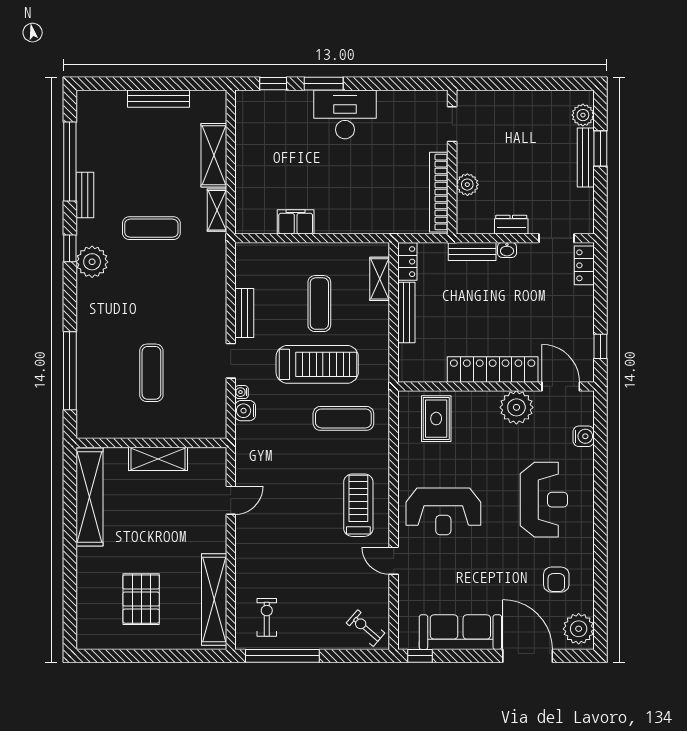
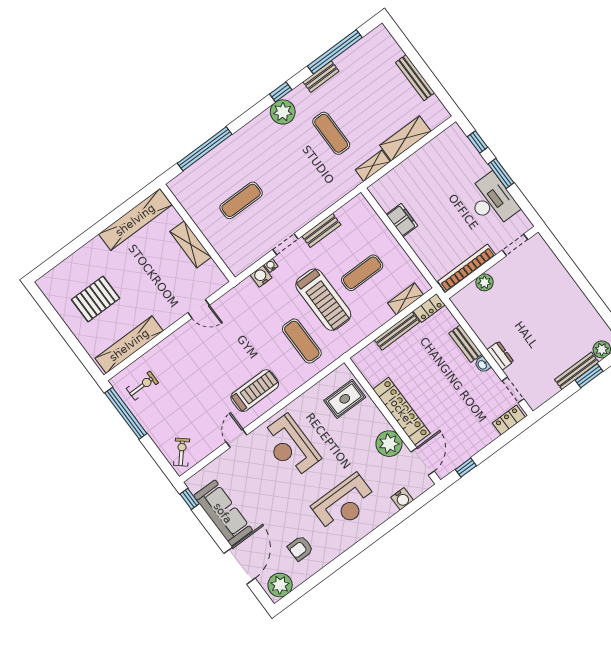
doorway: (452, 124) -> (515, 245), moved
wall: (452, 162) -> (491, 262), moved
plant: (467, 185) -> (484, 282), moved
bookcase: (439, 192) -> (467, 268), moved

